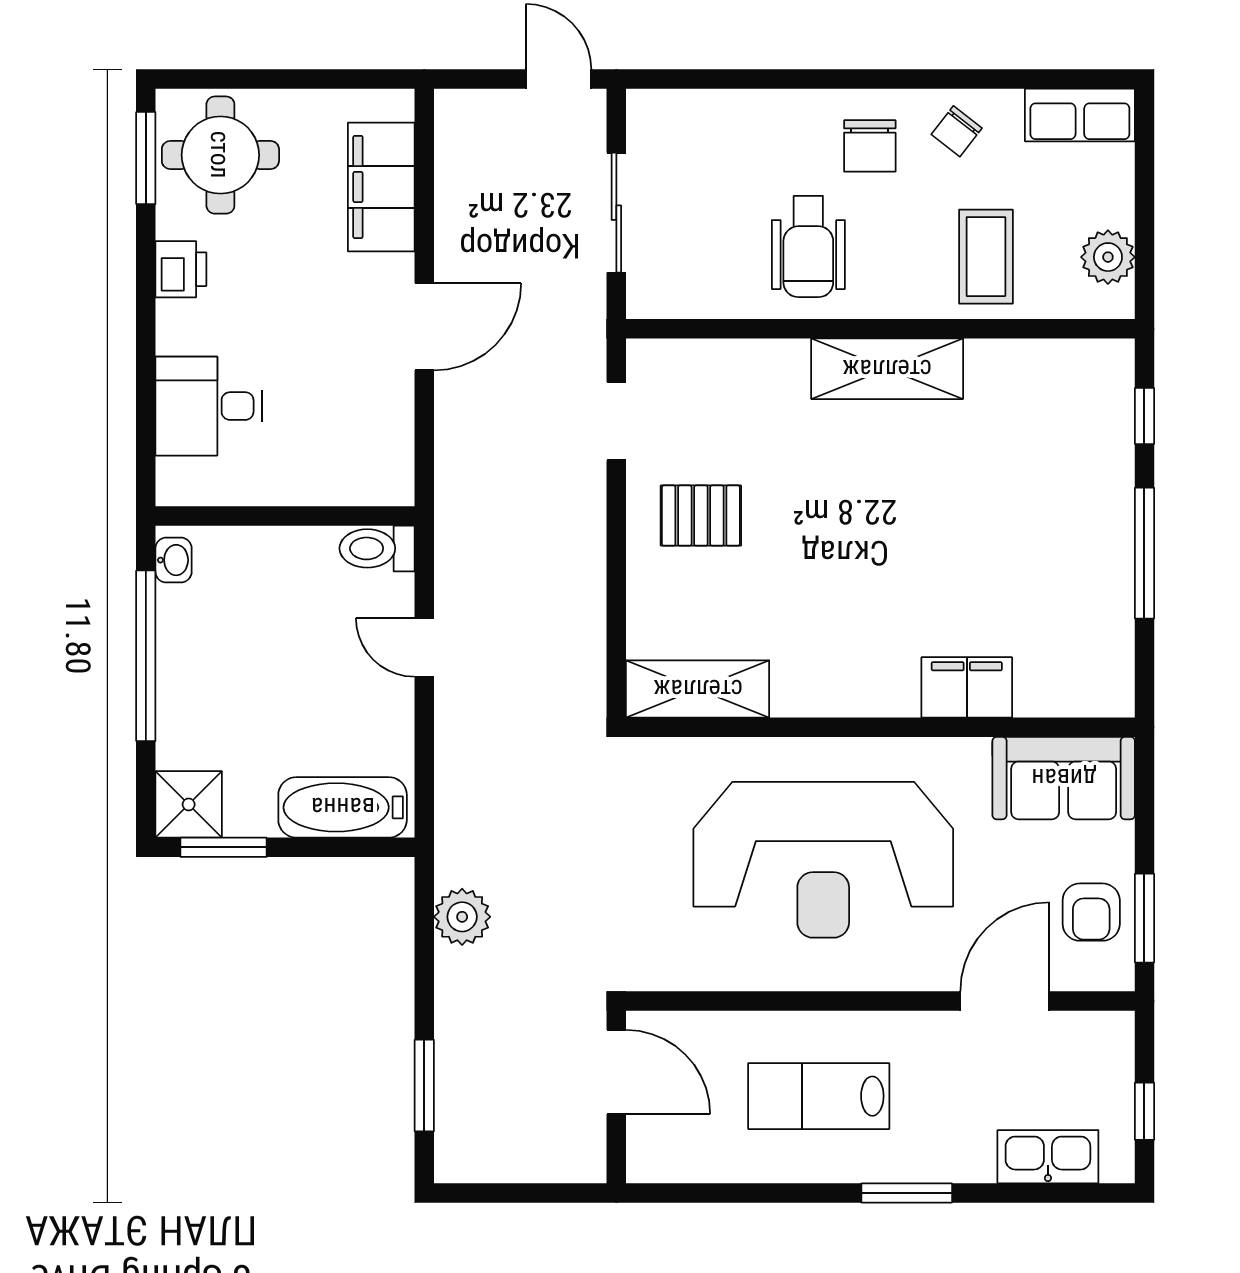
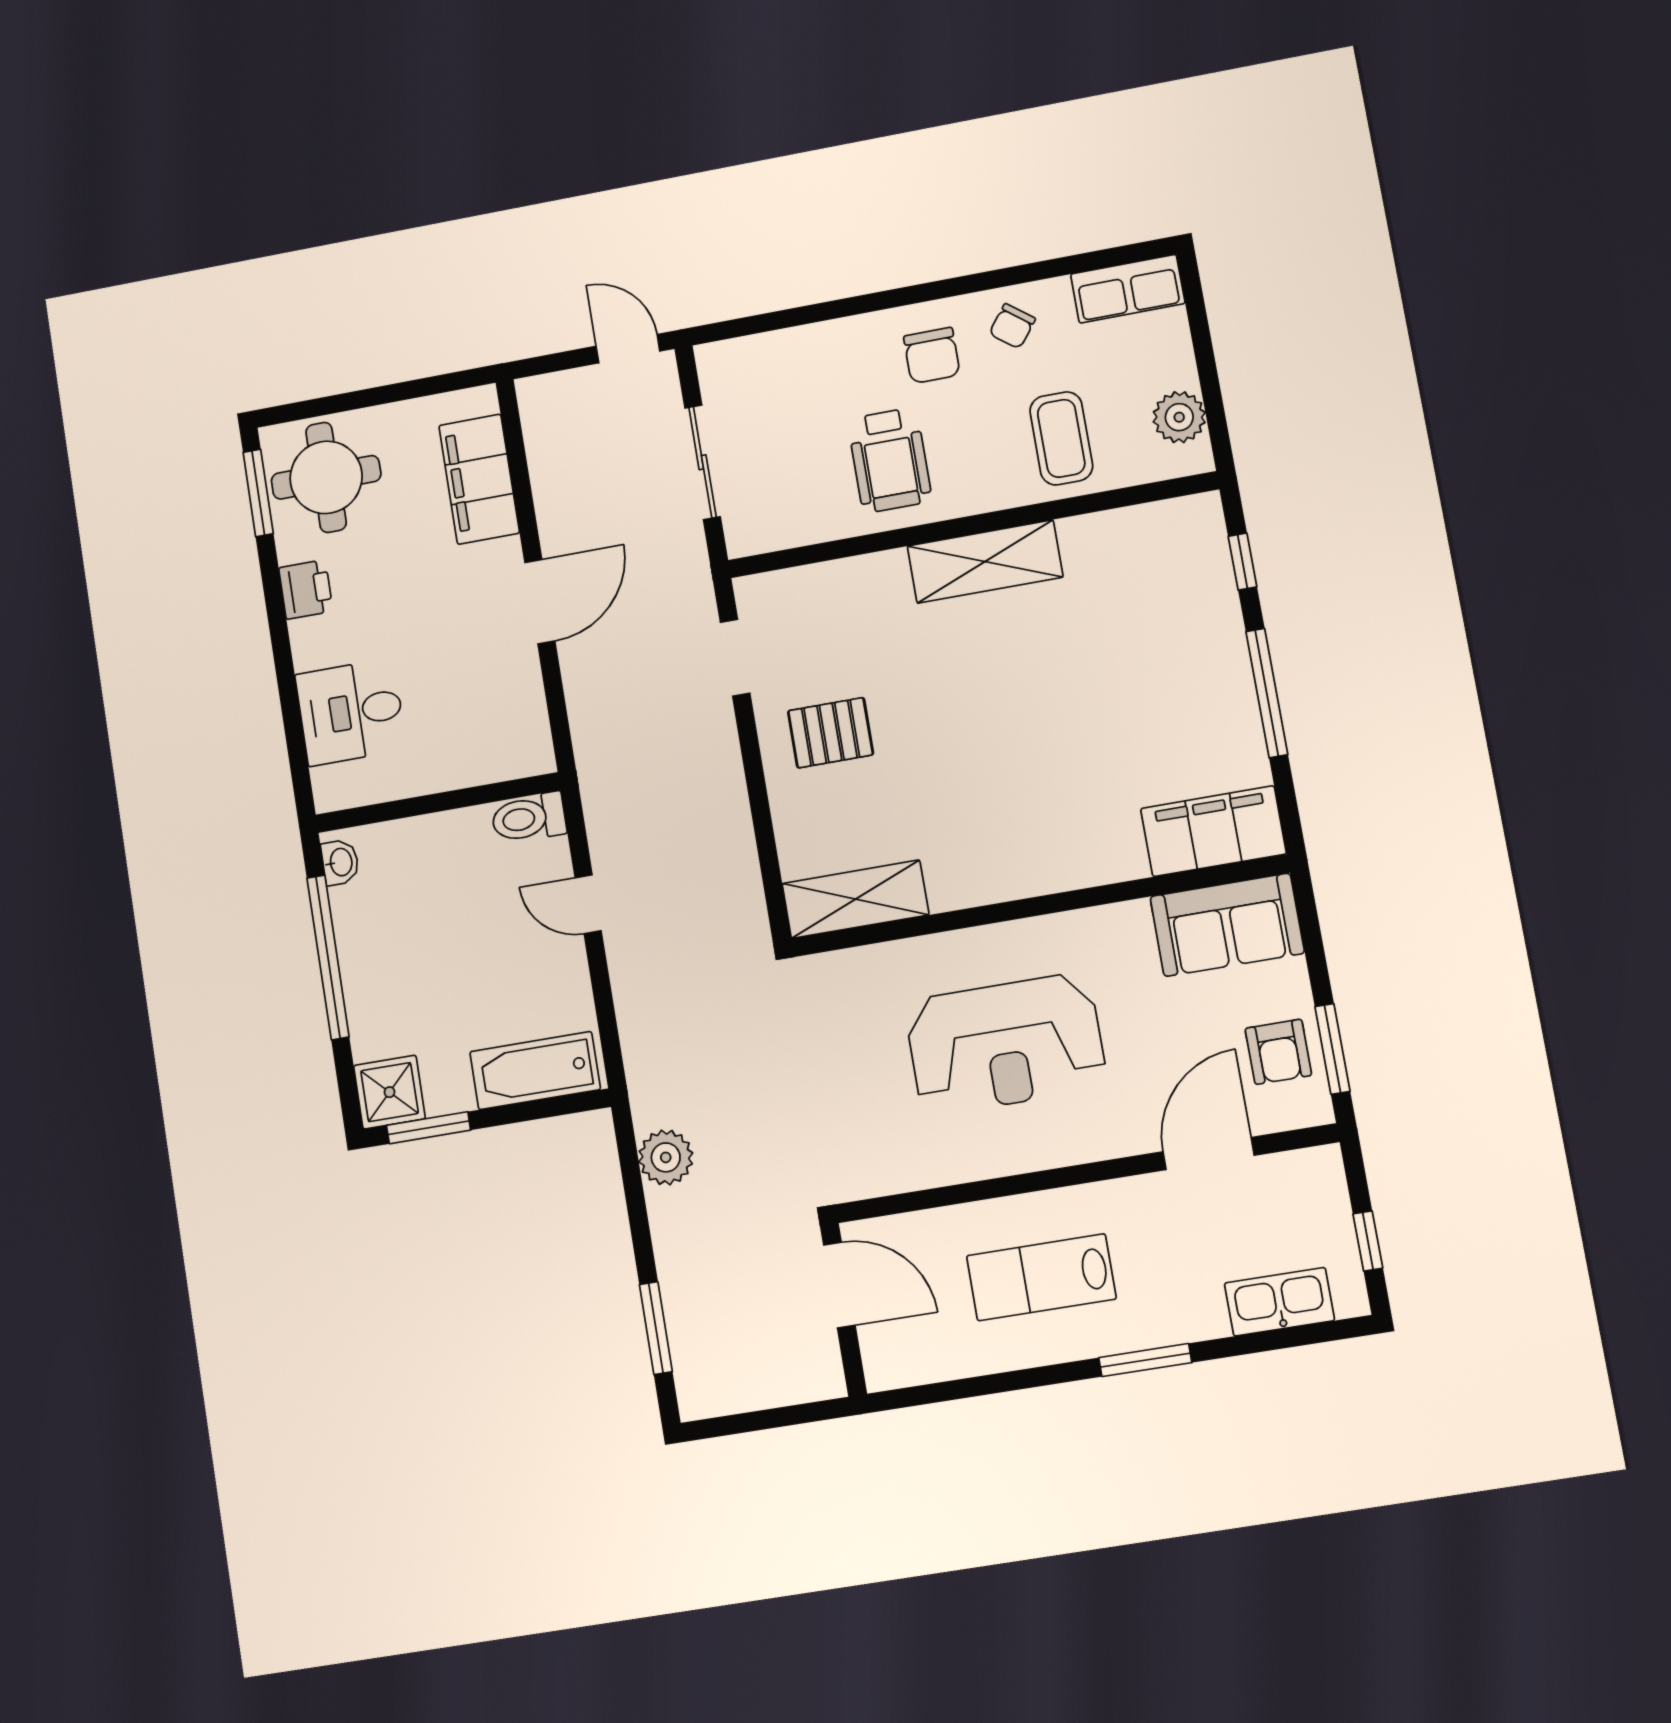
filing cabinet: (967, 687) -> (1213, 831), moved, width x1.50, depth x1.17
reception desk: (823, 860) -> (1005, 1044), width x0.74, depth x0.77

